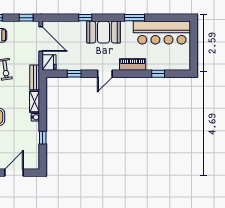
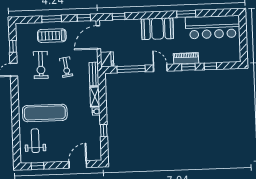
window: (85, 18) -> (119, 16), moved
door: (41, 39) -> (98, 37), swing flipped
window: (74, 74) -> (131, 69), width x2.17
door: (105, 74) -> (160, 68), swing flipped
window: (135, 74) -> (188, 67), added

